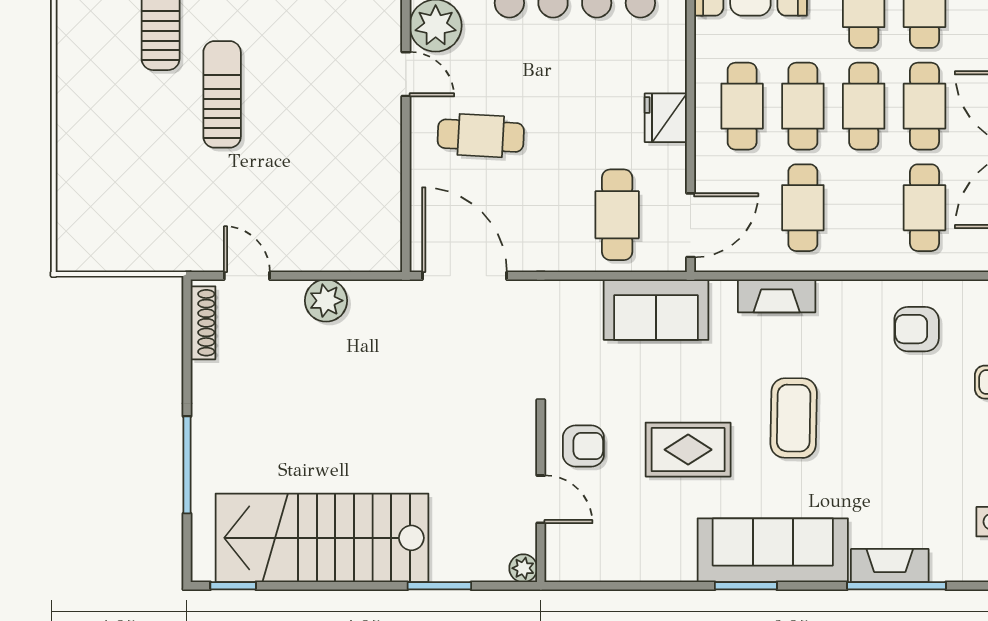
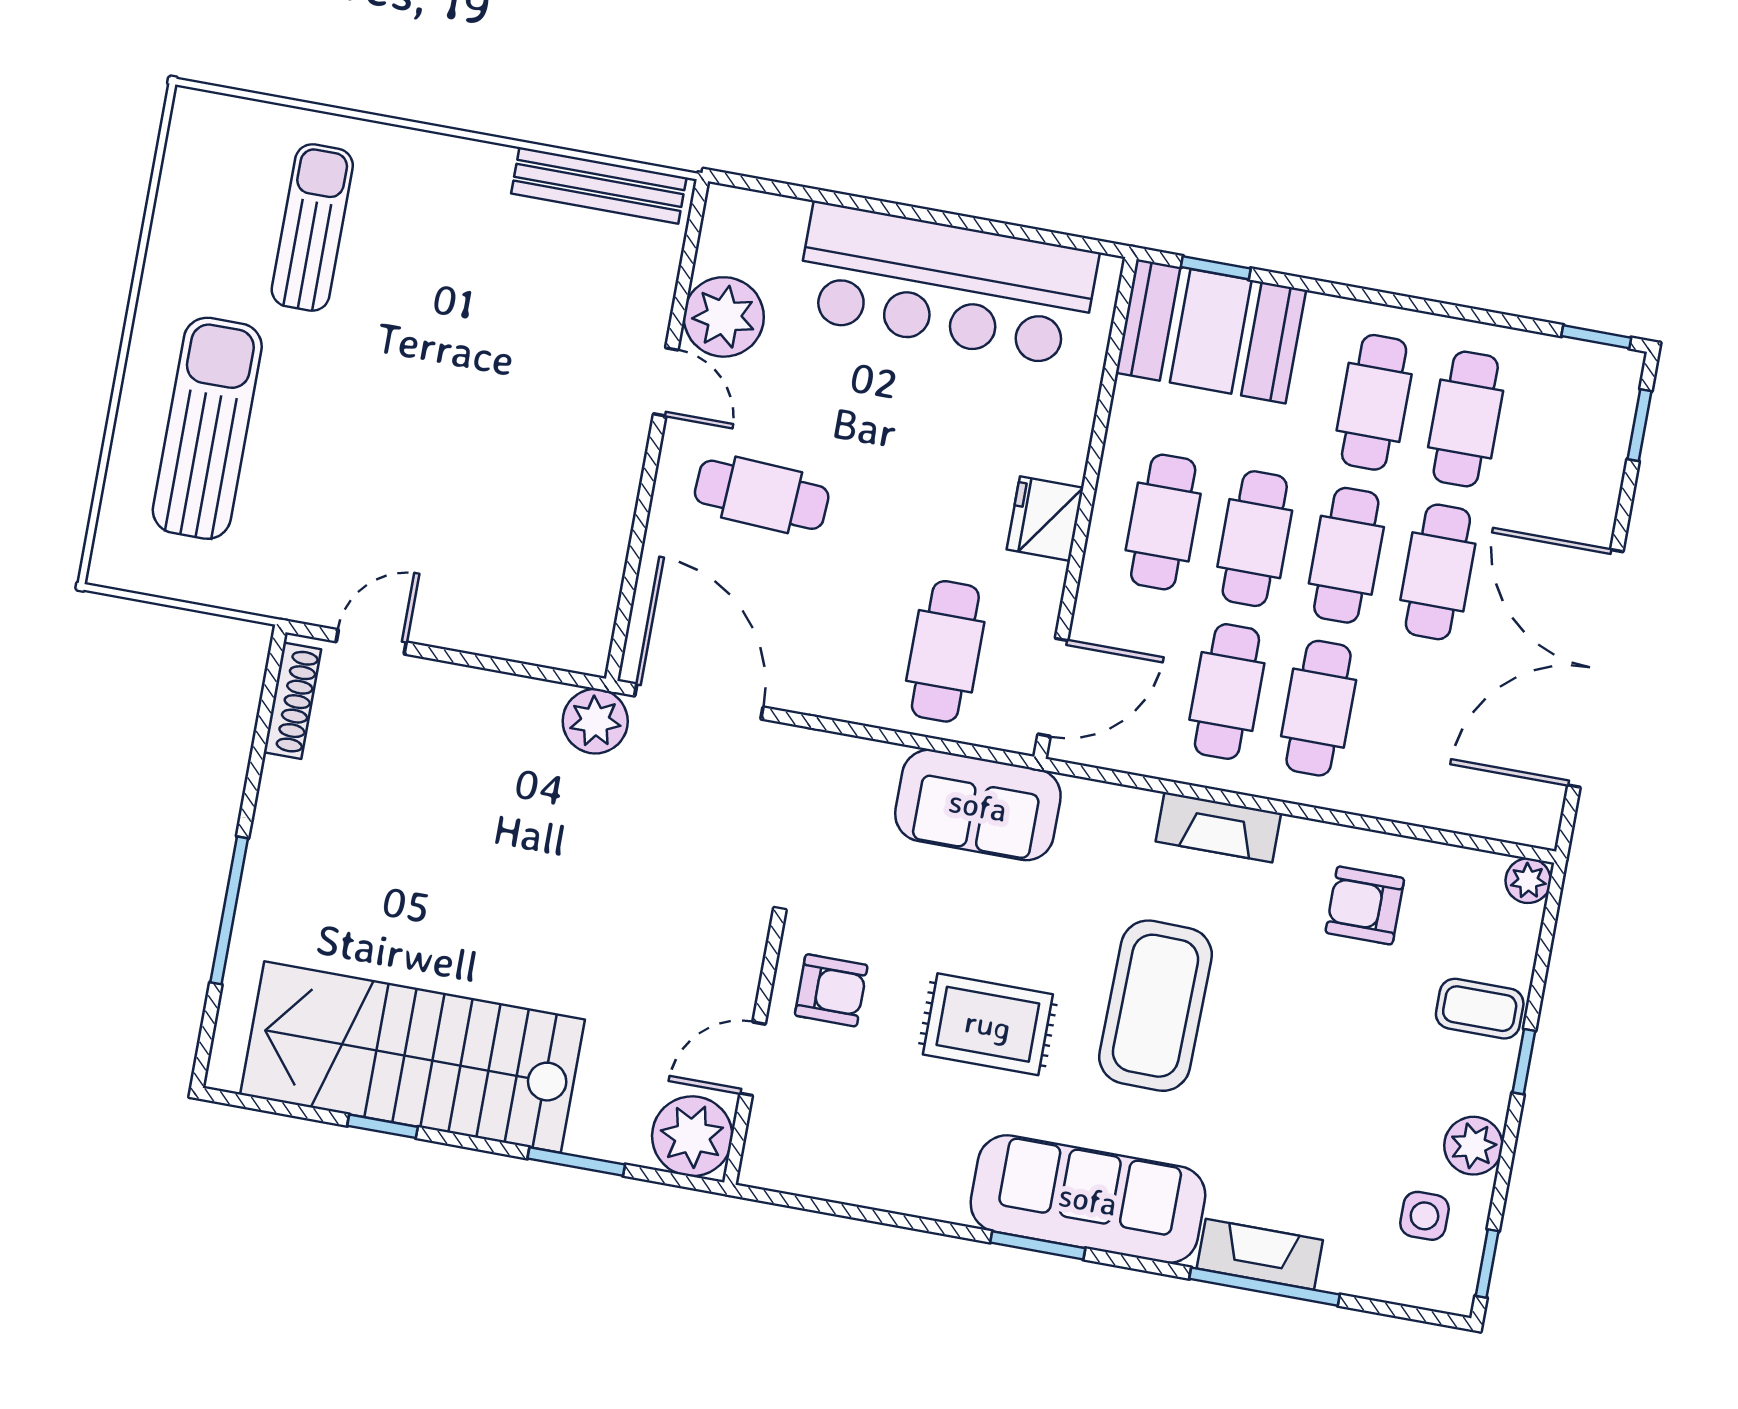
sun lounger: (222, 94) -> (207, 428), moved, width x1.36, depth x1.34
cafe table: (925, 208) -> (1319, 708), moved
door: (247, 276) -> (371, 642), hinge flipped
fireplace: (777, 296) -> (1218, 827), moved
plant: (326, 301) -> (595, 721), moved
coffee table: (794, 418) -> (1155, 1006), width x1.36, depth x1.32
door: (541, 499) -> (753, 1059), swing flipped
plant: (523, 568) -> (692, 1136), width x1.87, depth x1.87
window: (233, 586) -> (382, 1126), moved

